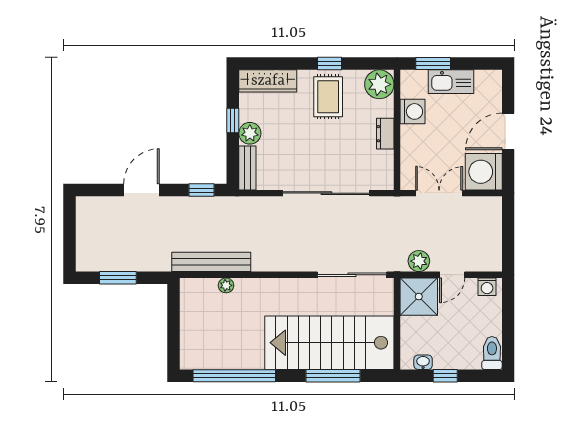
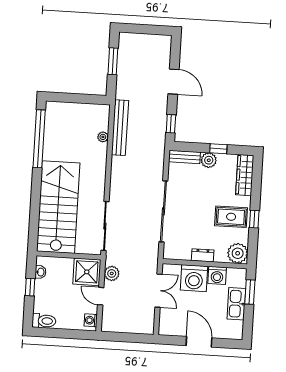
washing machine: (484, 172) -> (194, 278), moved, turned 180
window: (333, 376) -> (35, 208), removed

